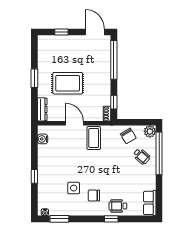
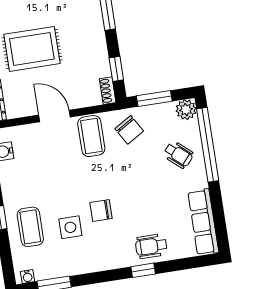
window: (133, 122) -> (154, 98), added
chair: (128, 136) -> (129, 130), moved
coffee table: (51, 184) -> (30, 227), added
chair: (94, 196) -> (101, 211), moved
row of seats: (150, 203) -> (203, 222), width x1.48

